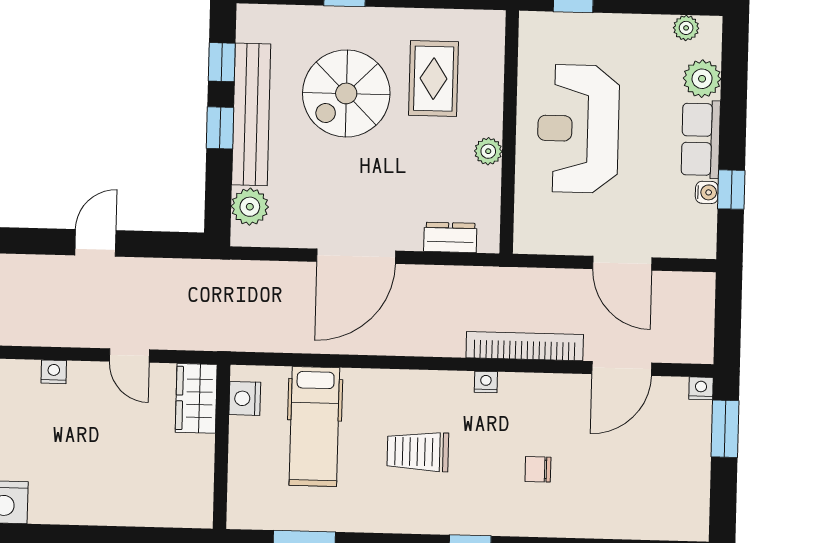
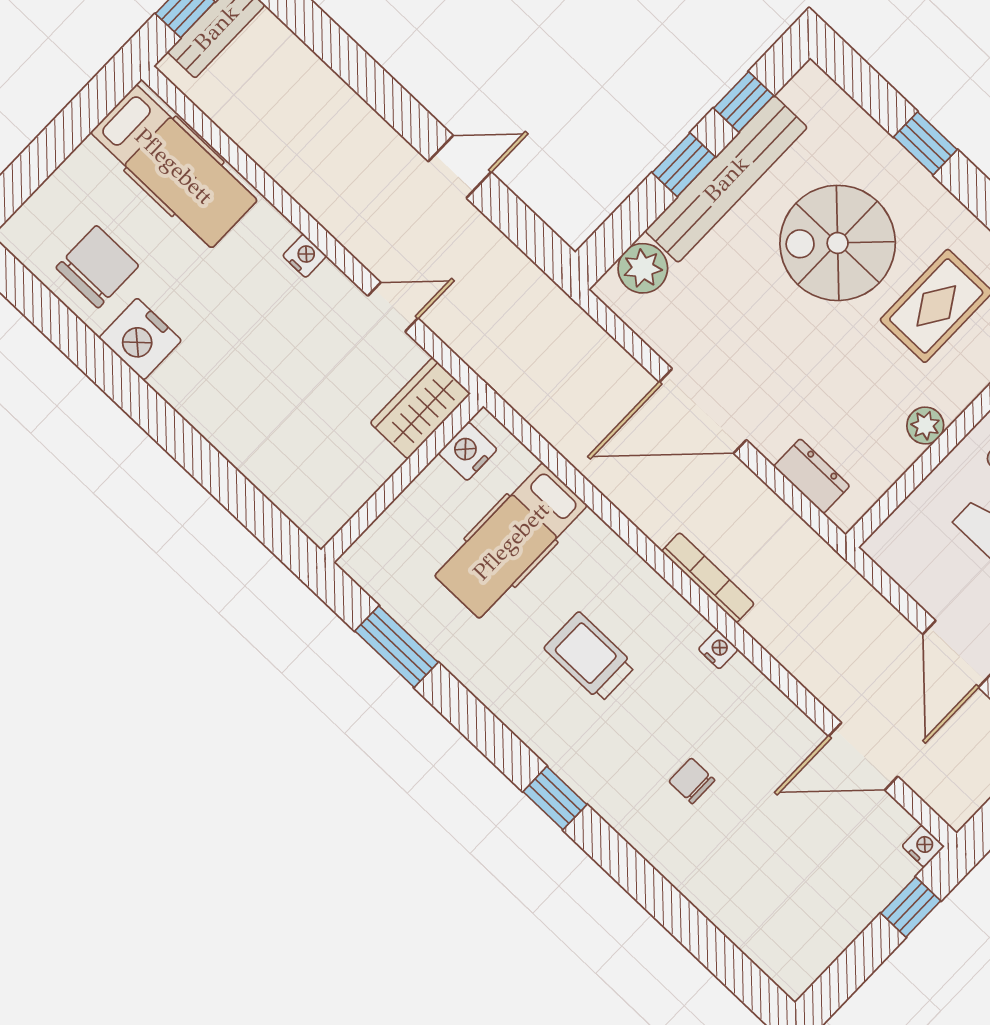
bookcase: (525, 346) -> (708, 578), moved, width x0.68, depth x0.76
door: (129, 356) -> (393, 307), swing flipped
window: (725, 429) -> (911, 907), width x0.67

